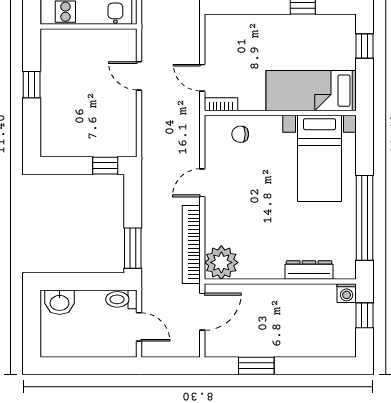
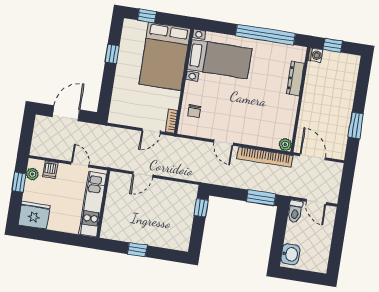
bed: (311, 91) -> (165, 56), width x1.50
plant: (221, 262) -> (285, 145), width x0.53, depth x0.53
door: (139, 327) -> (316, 202), swing flipped

